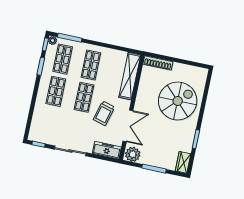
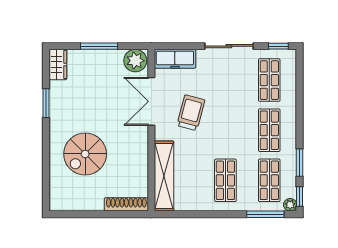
shop shelf: (84, 97) -> (269, 80), moved
spiral stairs: (178, 101) -> (85, 154), width x0.73, depth x0.73

